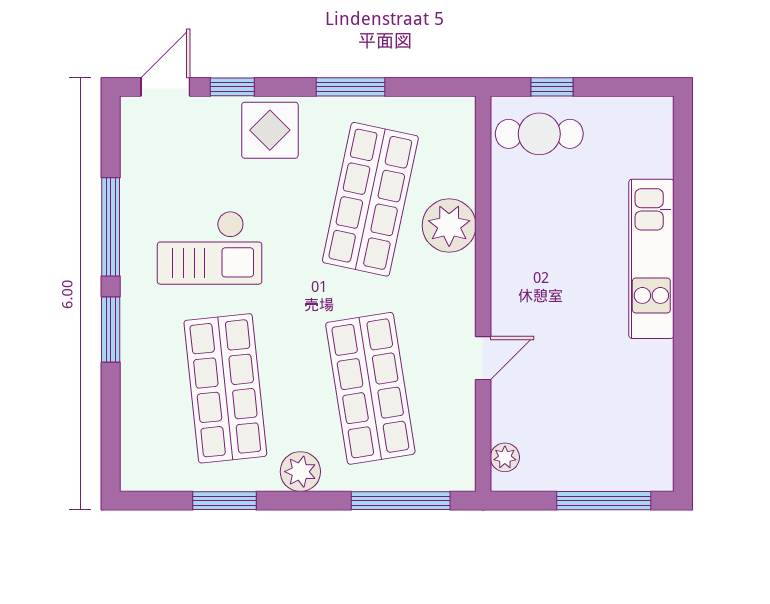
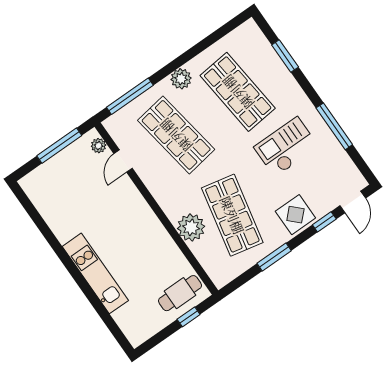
window: (111, 329) -> (285, 56), moved
door: (483, 358) -> (123, 161), moved
window: (224, 501) -> (205, 44), removed
window: (604, 501) -> (59, 146), moved

